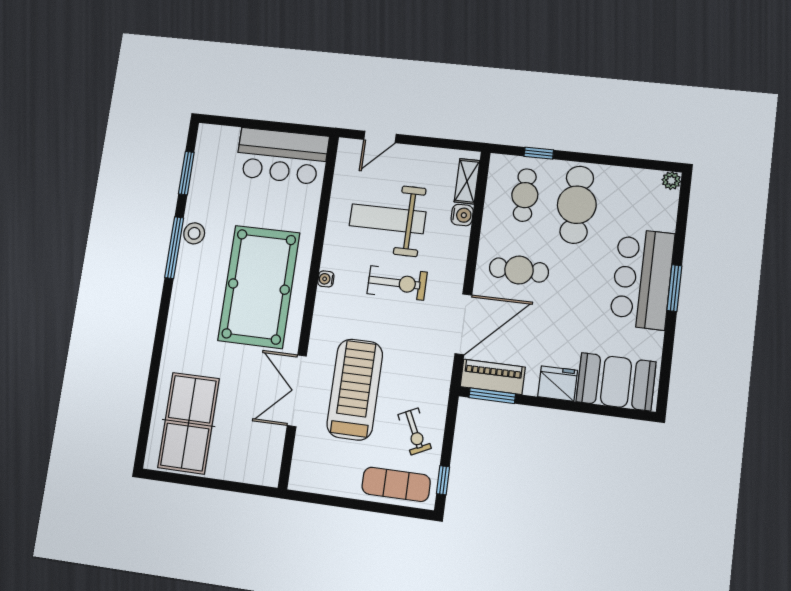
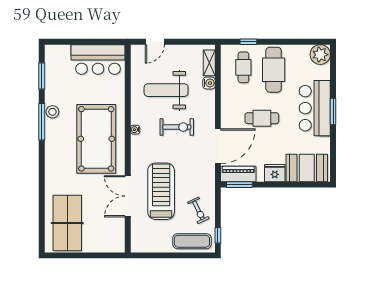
plant: (671, 181) -> (320, 55), width x1.88, depth x1.88
cafe table: (519, 270) -> (262, 118), moved

